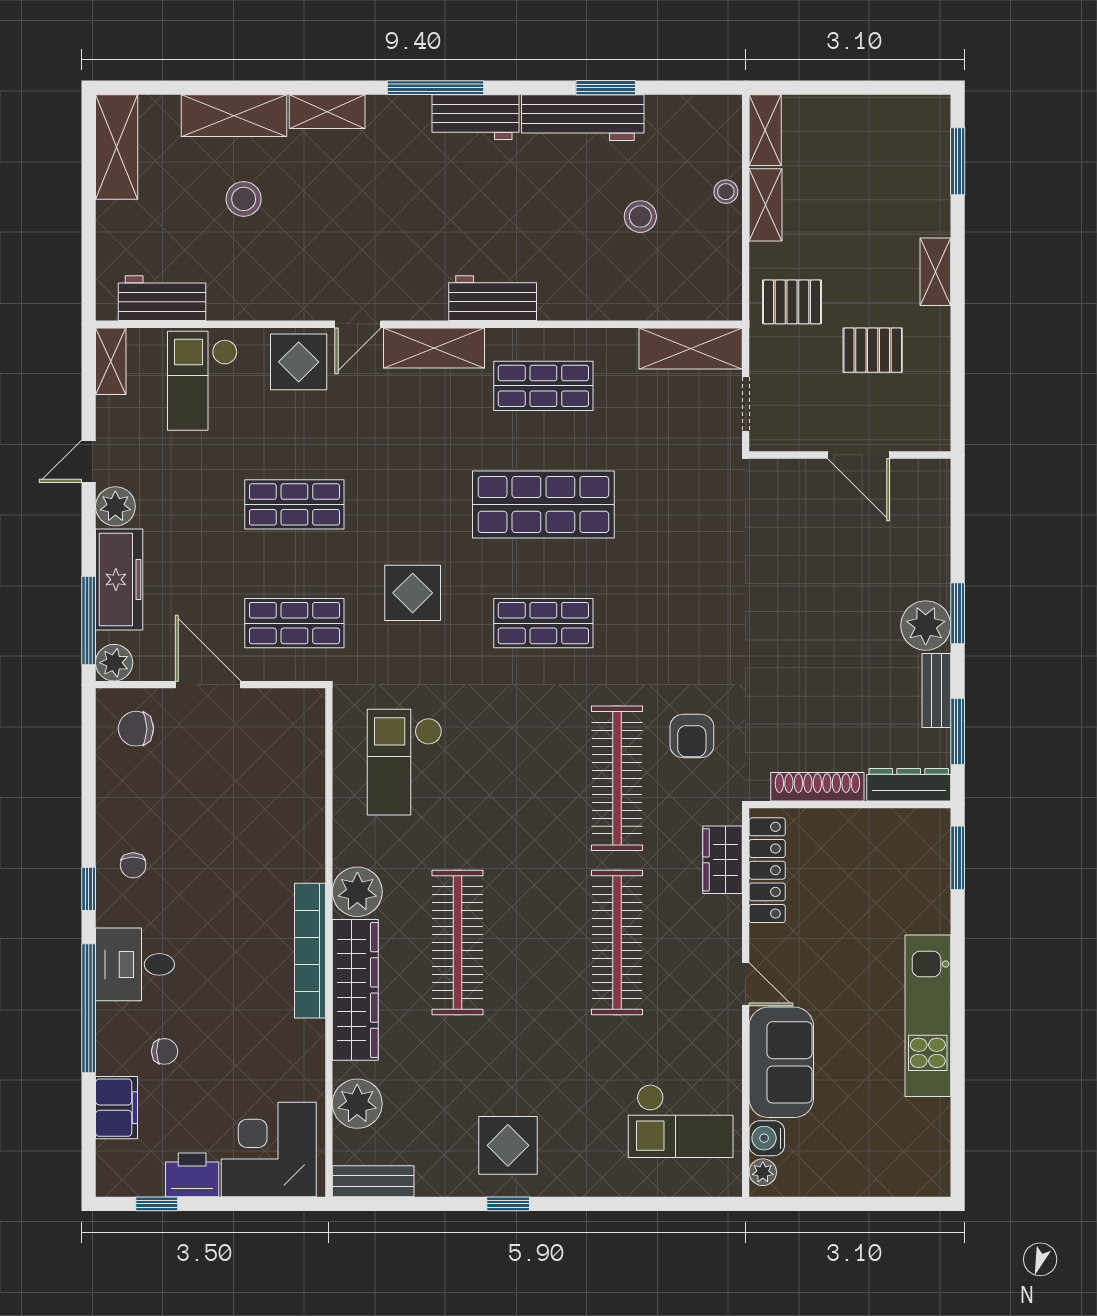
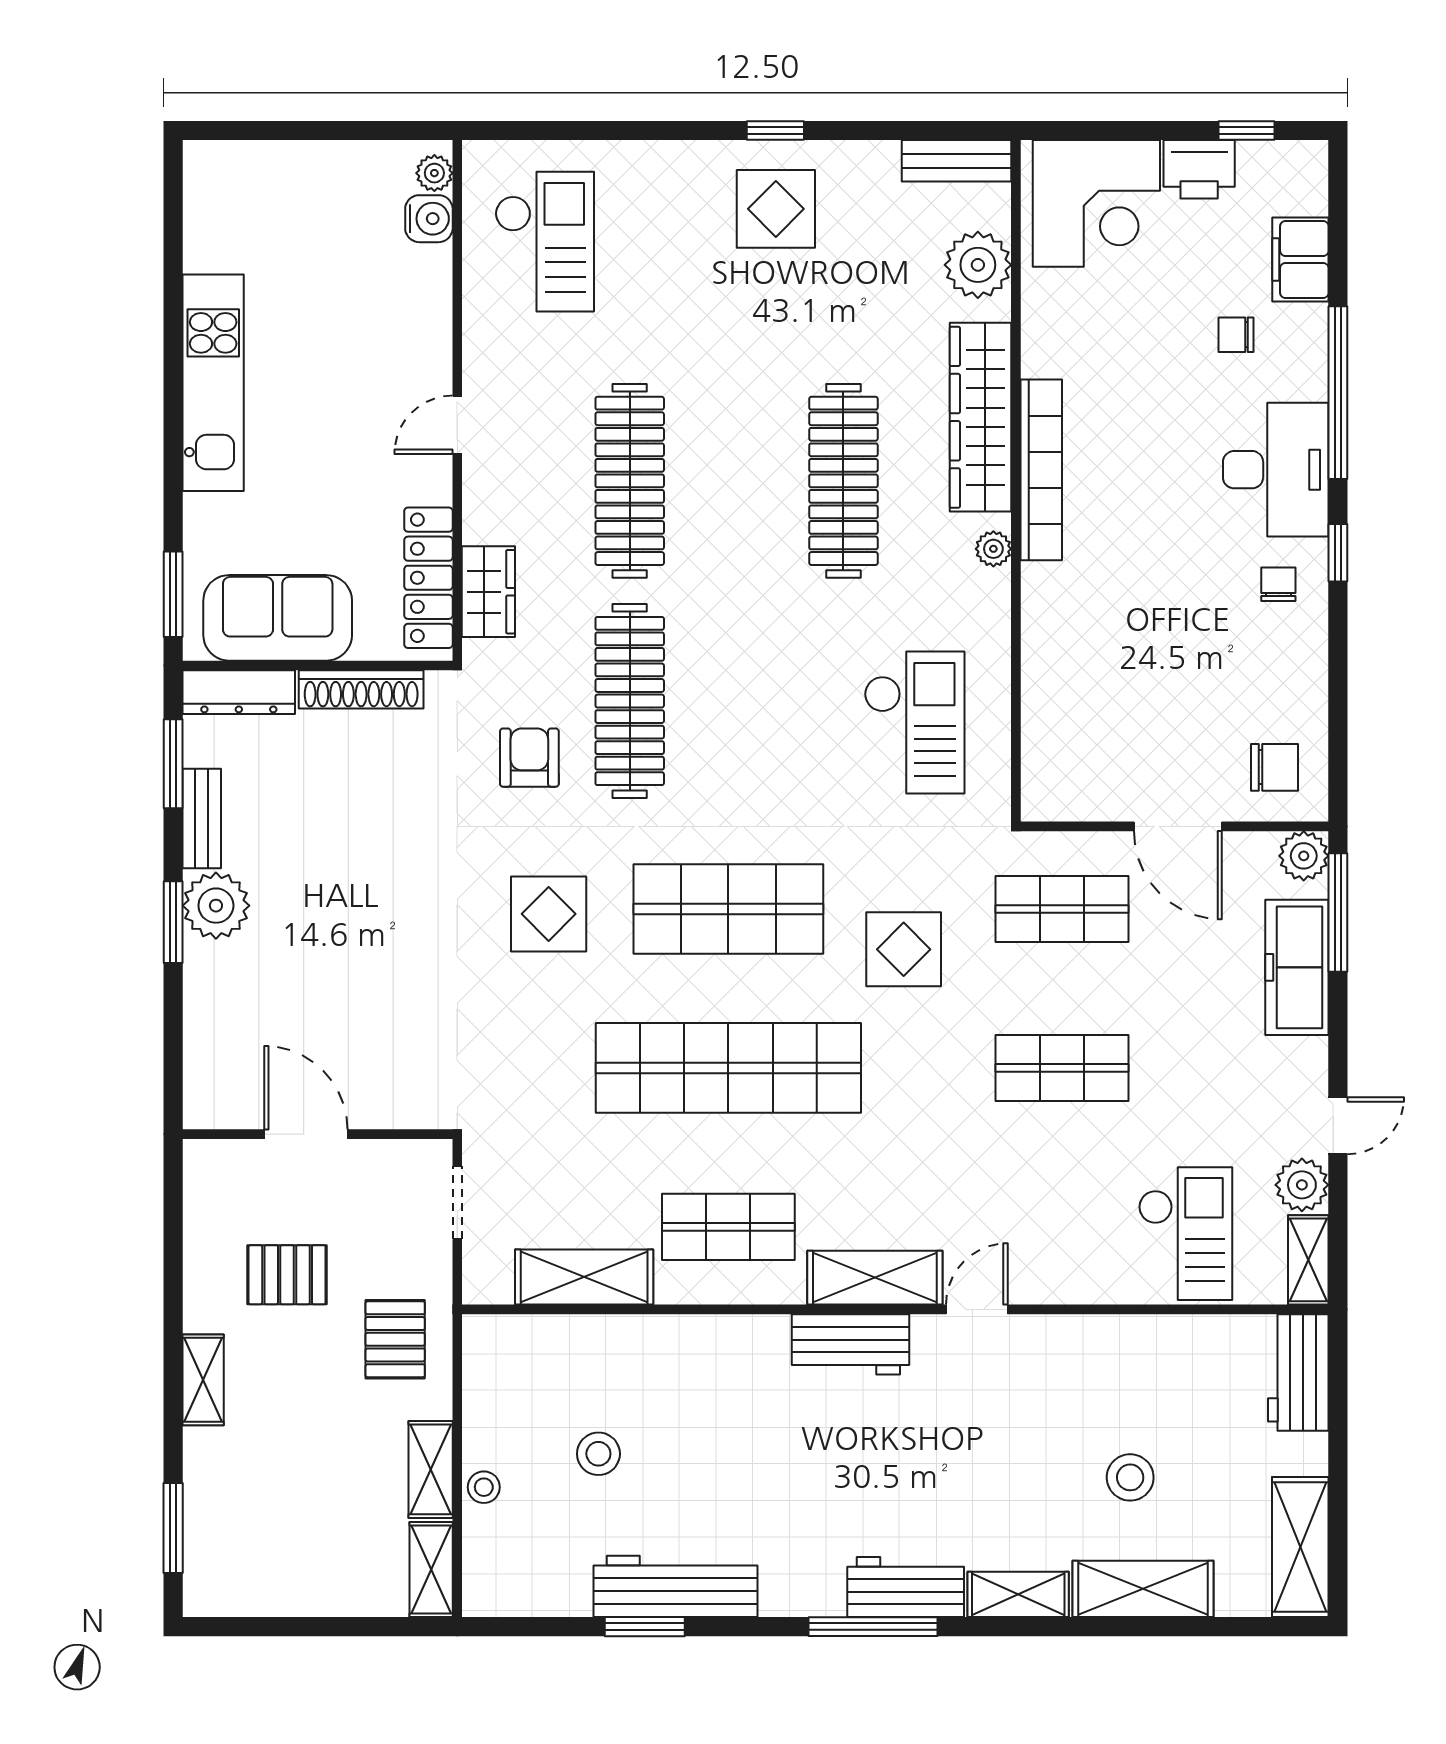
workbench: (475, 117) -> (906, 1587), moved
workbench: (162, 298) -> (1298, 1372), moved, turned 90
workbench: (493, 298) -> (851, 1344), moved
pallet: (792, 302) -> (395, 1339), turned 90
shelving: (691, 348) -> (584, 1277), moved
display table: (299, 362) -> (549, 914), moved
shop shelf: (543, 504) -> (728, 1068), width x1.40
plant: (115, 506) -> (1302, 1185), moved
shop shelf: (543, 623) -> (728, 909), width x1.43, depth x1.36
plant: (357, 892) -> (993, 549), width x0.53, depth x0.53
desk: (135, 964) -> (1276, 470), width x1.37
door: (746, 984) -> (457, 425), hinge flipped
sofa: (781, 1062) -> (278, 618), moved, turned 90
checkout: (681, 1121) -> (545, 242), turned 90

